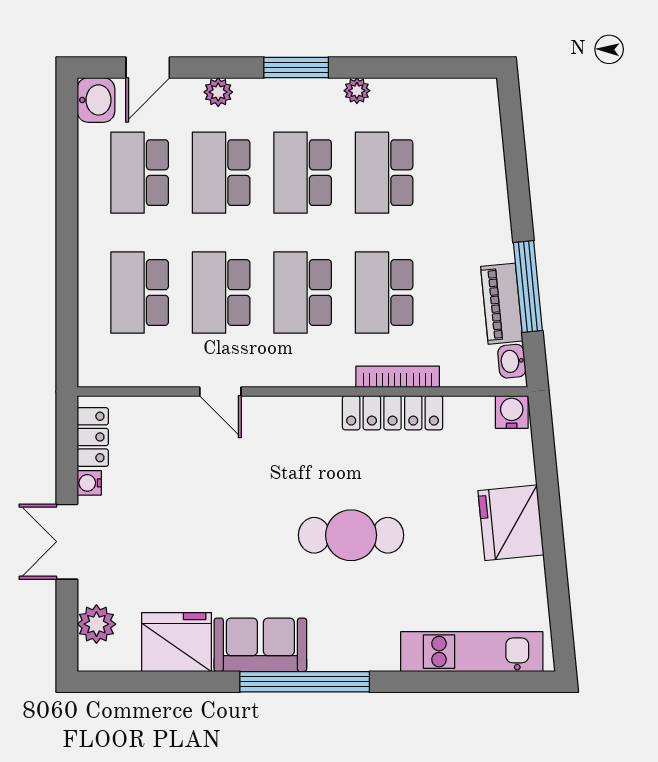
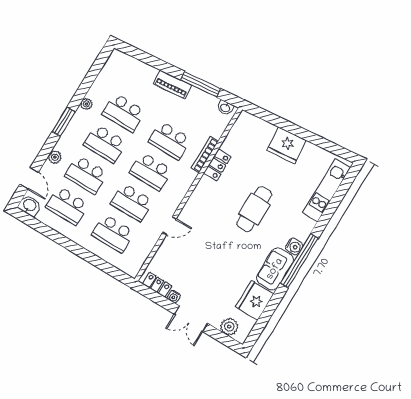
piano: (502, 304) -> (173, 84), moved
water cooler: (512, 412) -> (294, 247), moved, turned 180
locker: (393, 413) -> (217, 165), width x0.66

